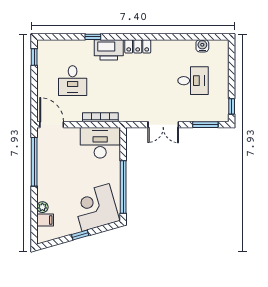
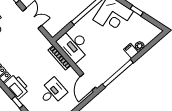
filing cabinet: (45, 220) -> (131, 51), moved

